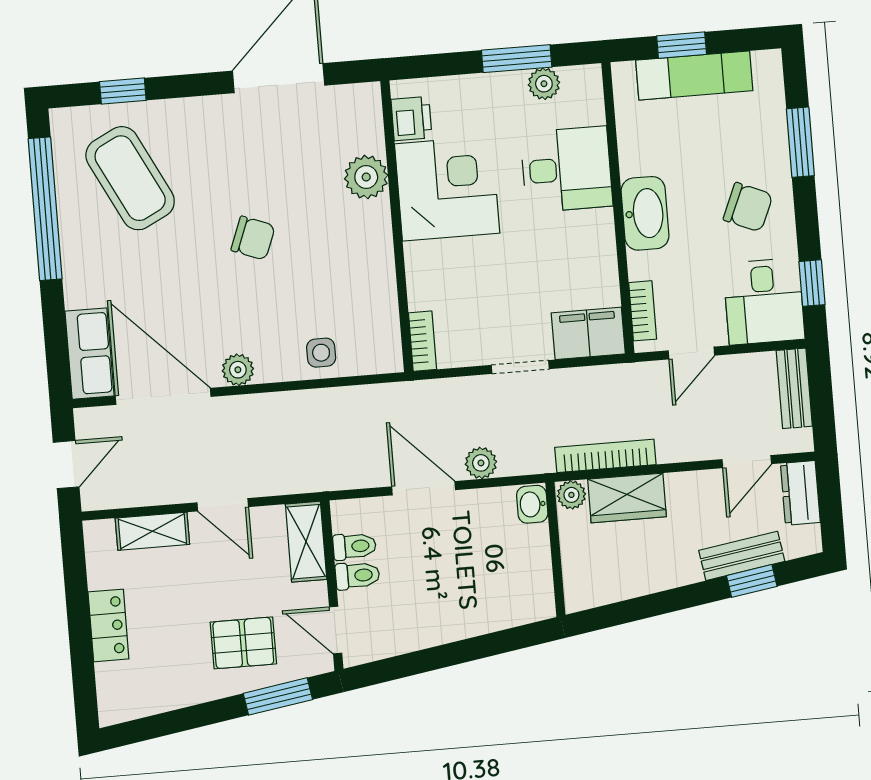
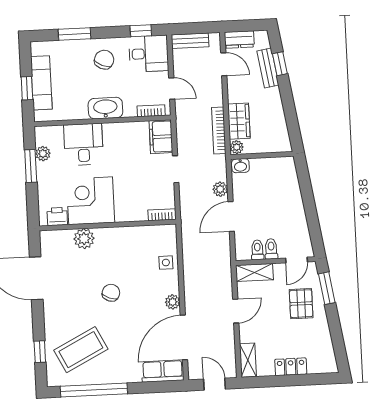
shelving: (152, 531) -> (248, 360), moved

